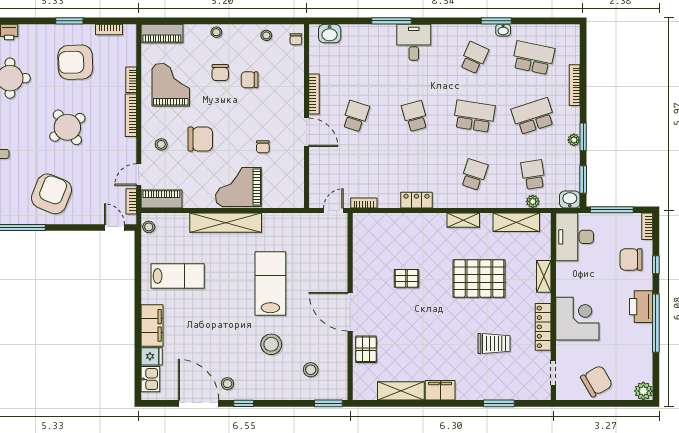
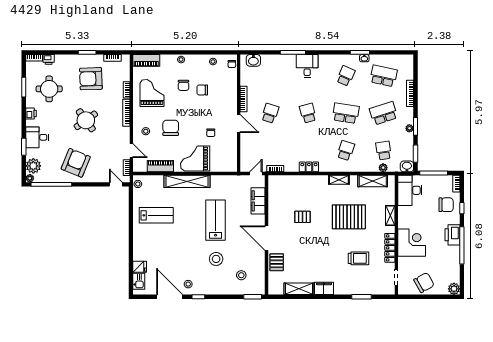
chair: (200, 139) -> (171, 128), turned -90
door: (139, 175) -> (131, 151), swing flipped
piano: (161, 199) -> (160, 166), moved
chair: (631, 259) -> (446, 205), turned 180
filing cabinet: (152, 325) -> (258, 201), moved, turned 180

